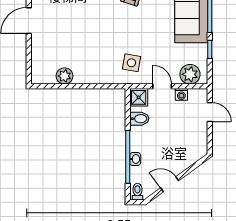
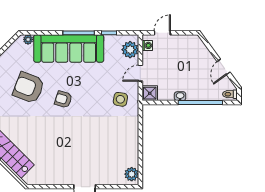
plant: (65, 76) -> (132, 174), moved
washing machine: (181, 94) -> (147, 45), moved
bidet: (139, 119) -> (168, 93), removed
washbasin: (135, 159) -> (180, 96), moved

